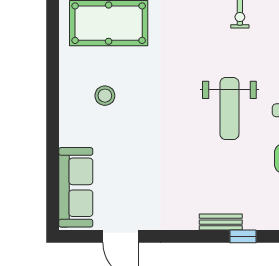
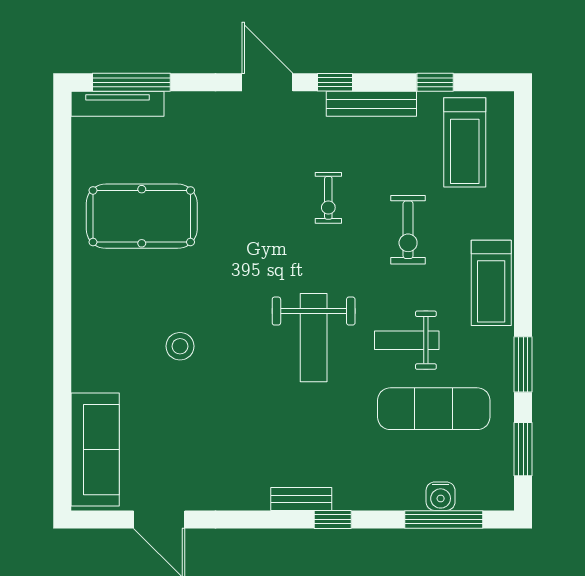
stool: (105, 96) -> (180, 346), moved

